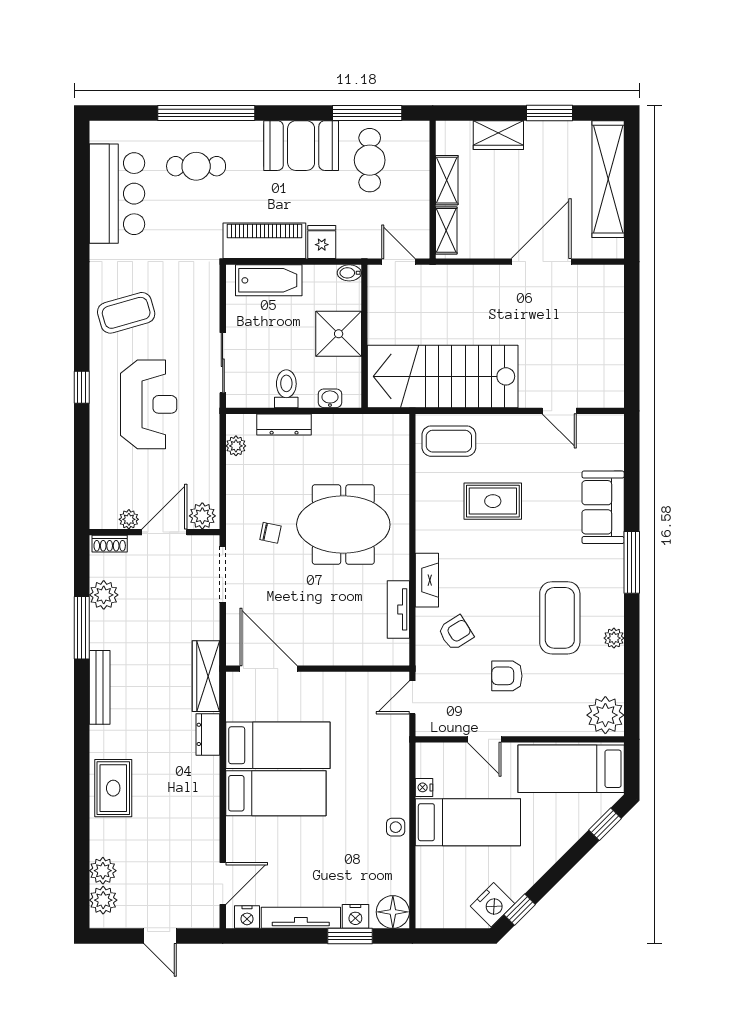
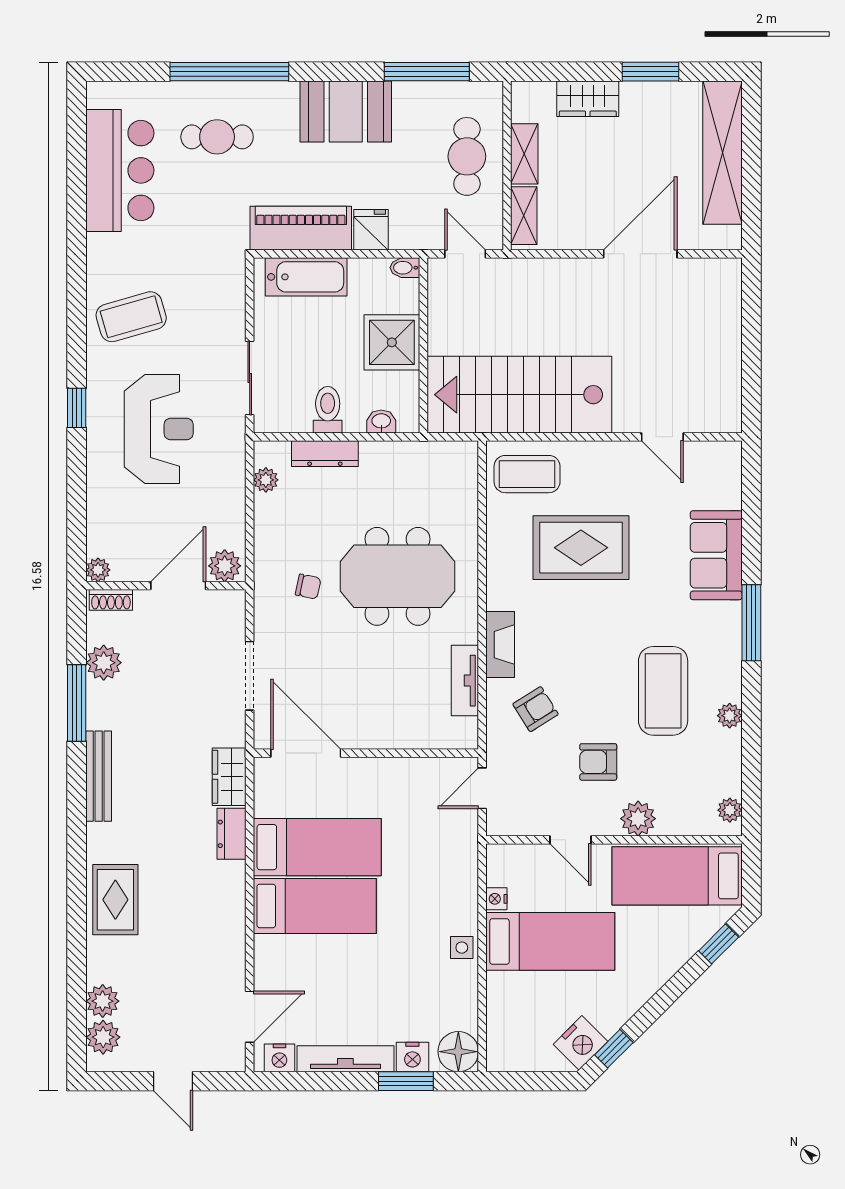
cafe table: (370, 160) -> (467, 156), moved
rug: (493, 501) -> (581, 548), width x1.36, depth x1.43
plant: (129, 519) -> (98, 570), moved
doorway: (223, 574) -> (250, 676), moved
wardrobe: (206, 676) -> (229, 777), width x0.67
plant: (605, 715) -> (730, 810), width x0.53, depth x0.53
plant: (539, 722) -> (638, 819), added

